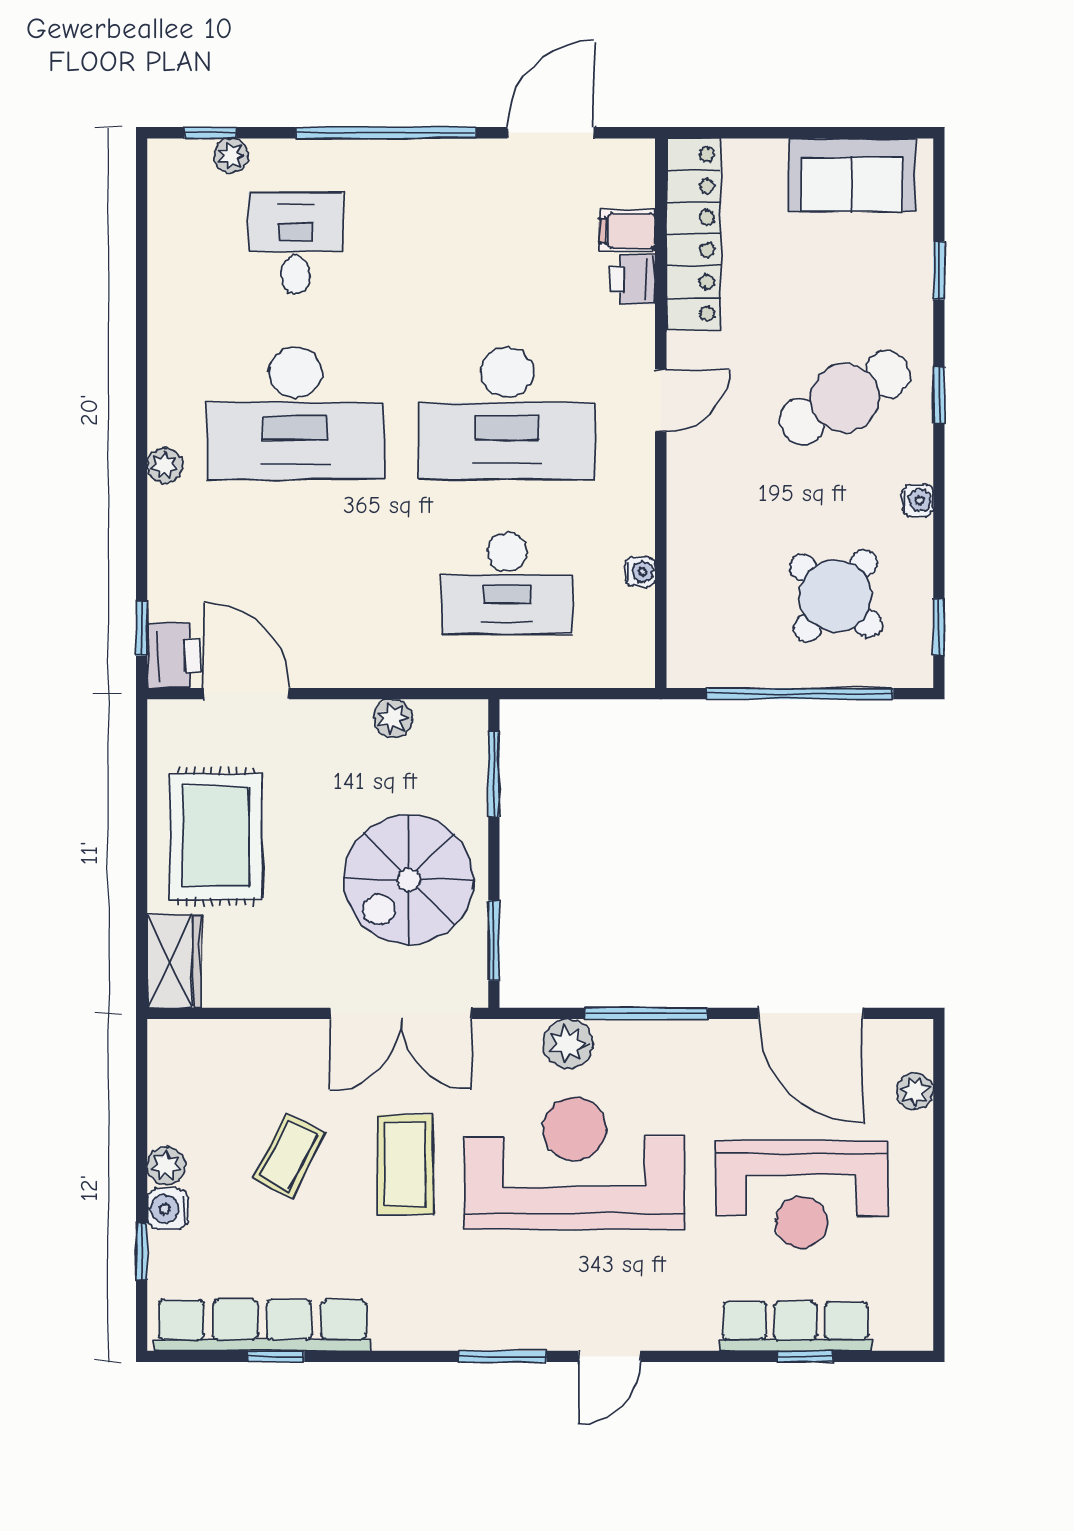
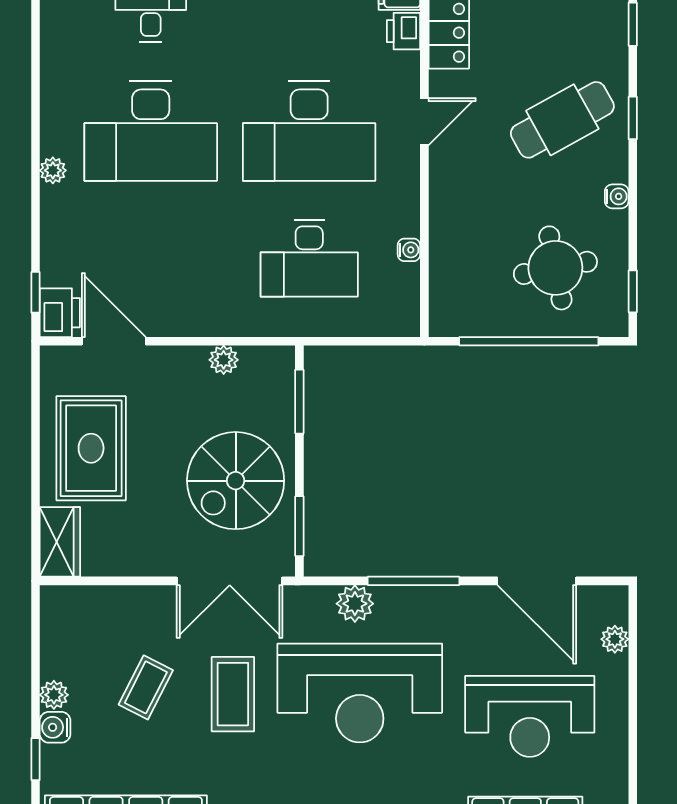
round table: (836, 596) -> (555, 268), turned 38
reception desk: (574, 1163) -> (360, 693), turned 180

